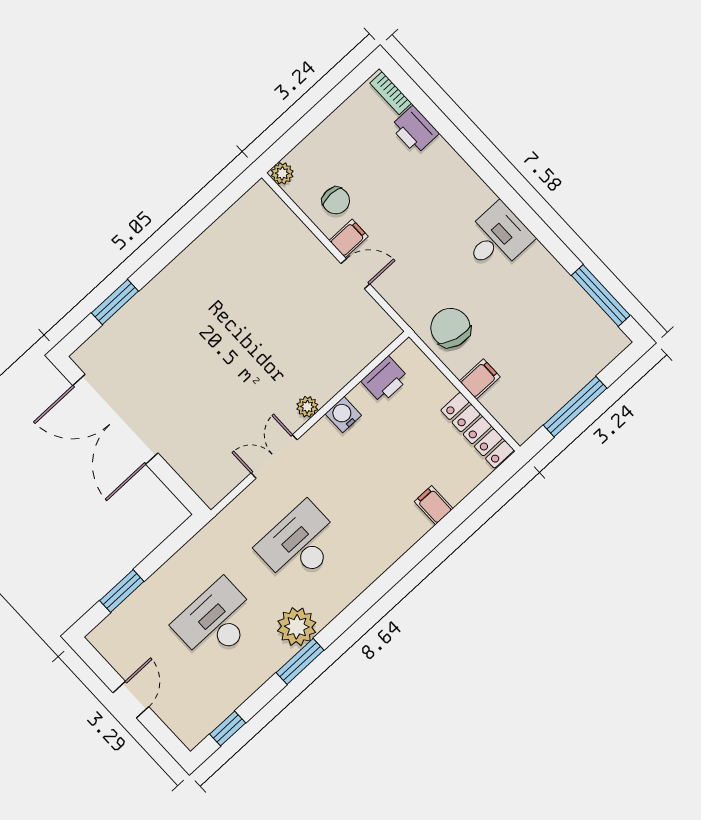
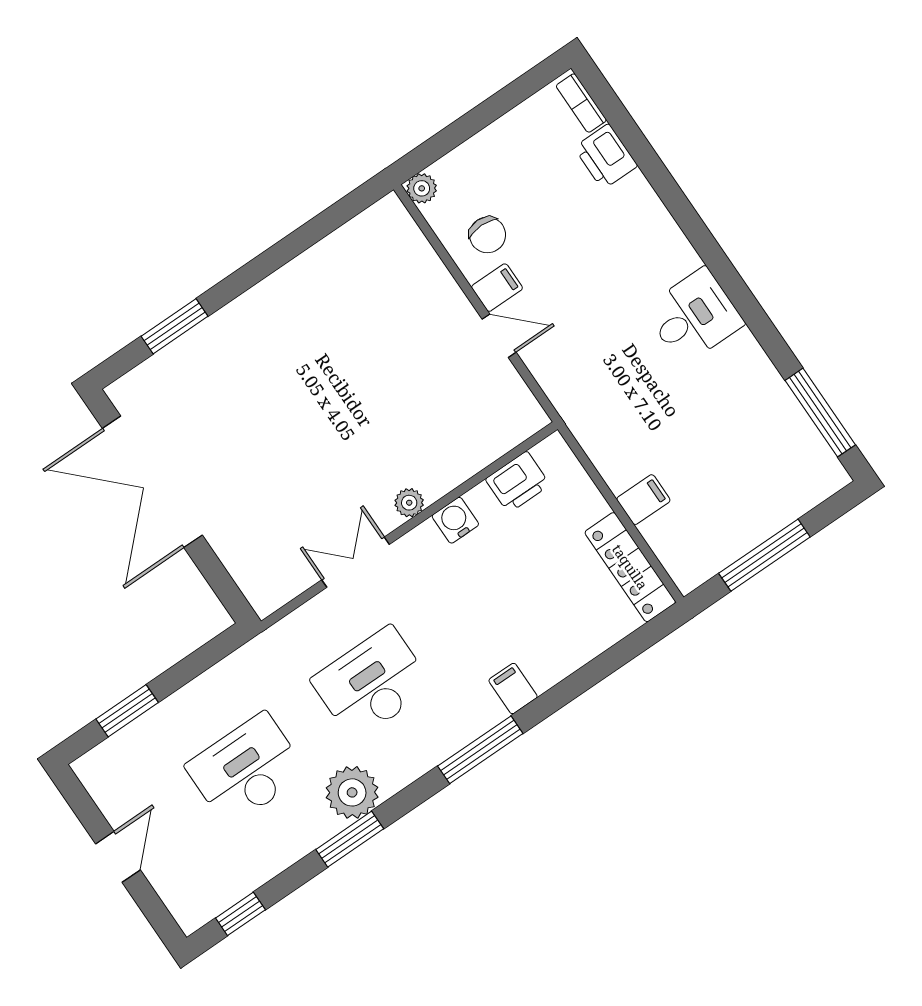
chair: (450, 328) -> (615, 426), removed
filing cabinet: (434, 505) -> (513, 688), moved
window: (387, 581) -> (480, 750), added

